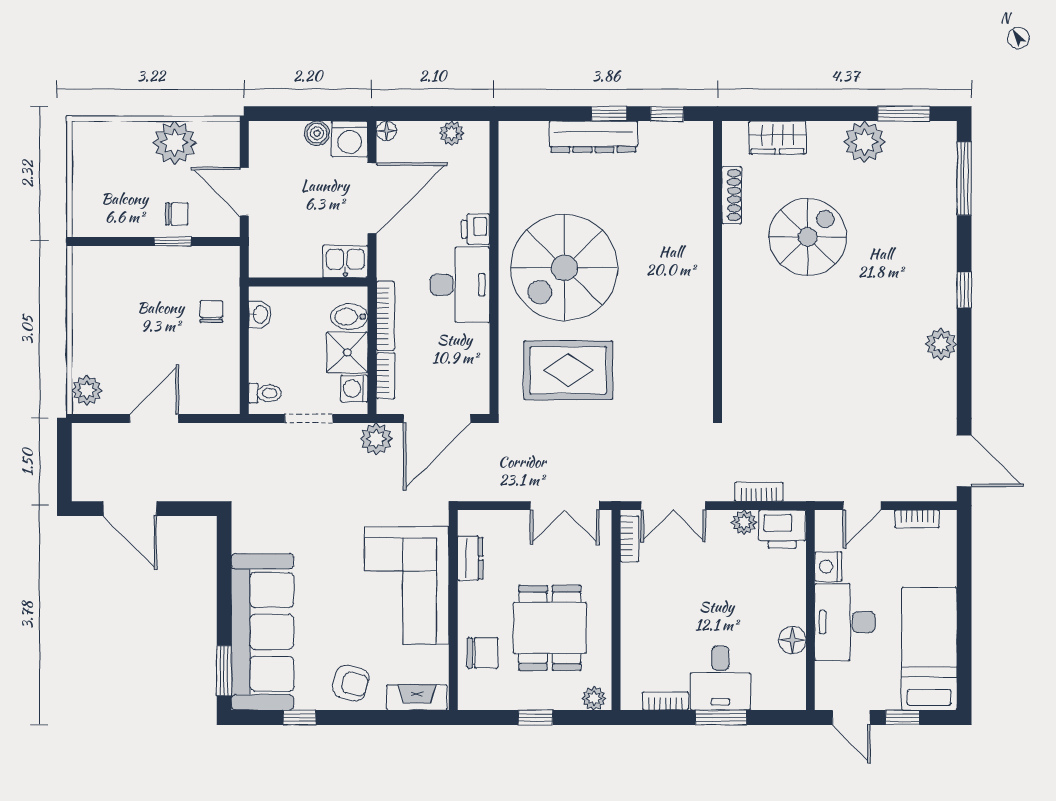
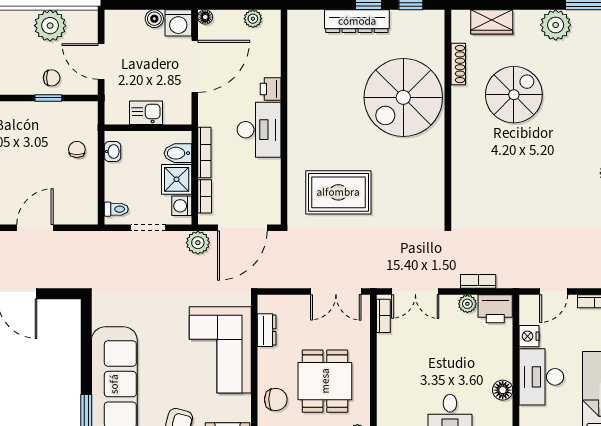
kitchen sink: (345, 262) -> (146, 113), moved
spiral stairs: (564, 268) -> (403, 97), moved

